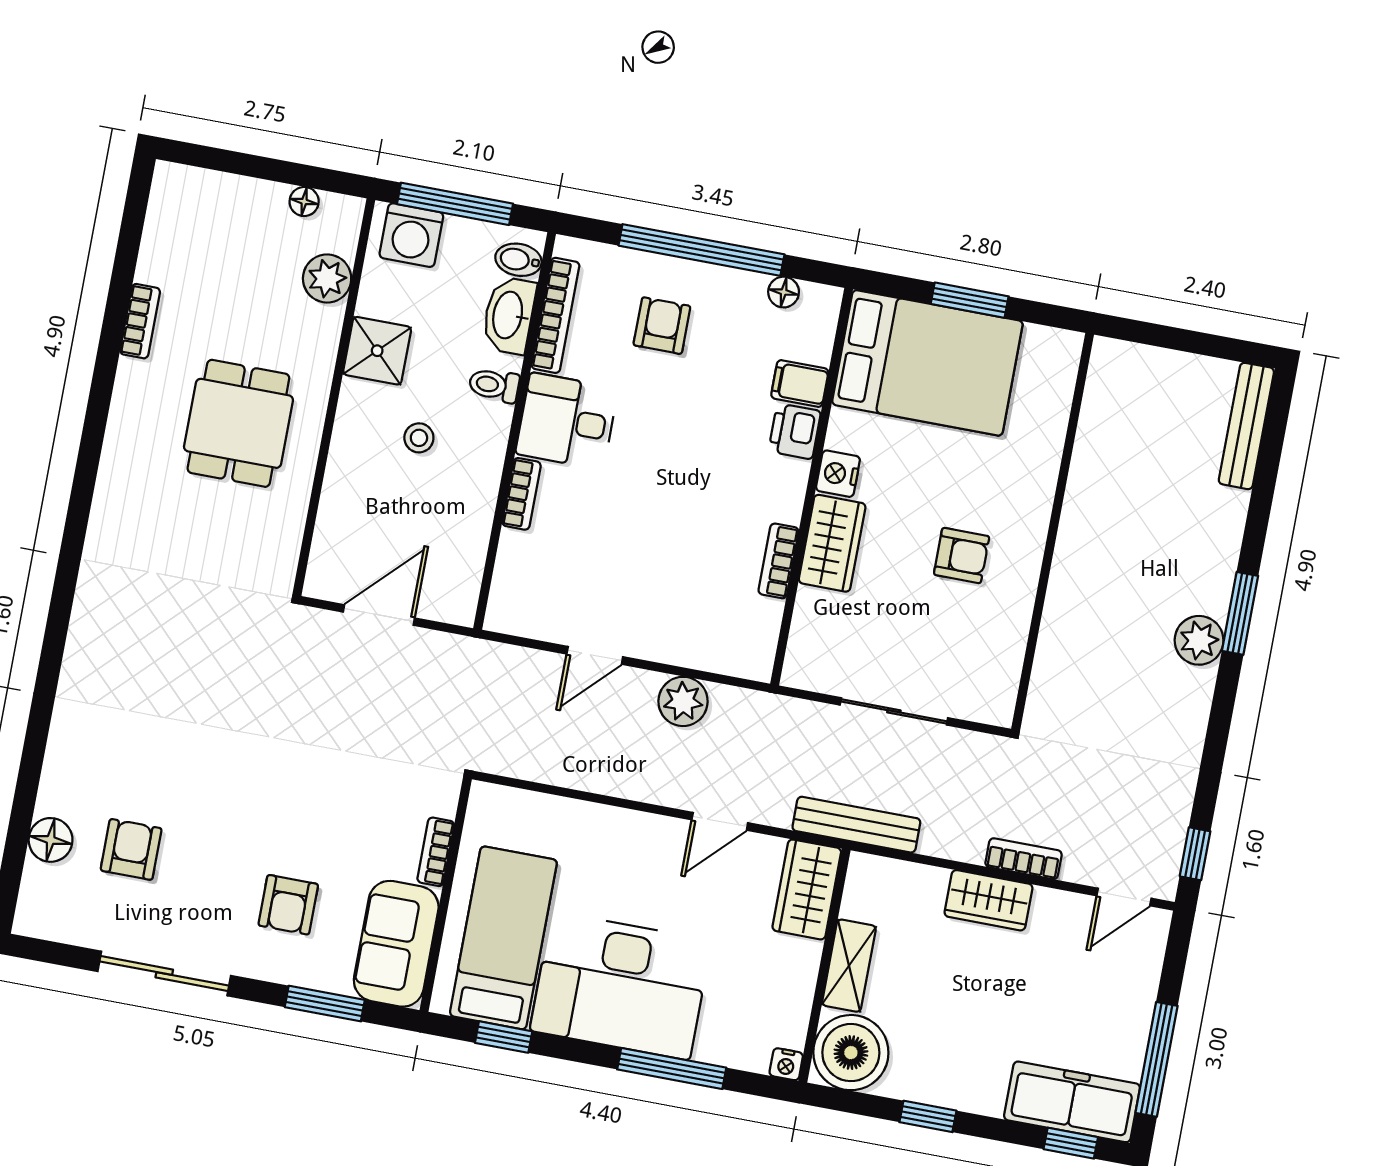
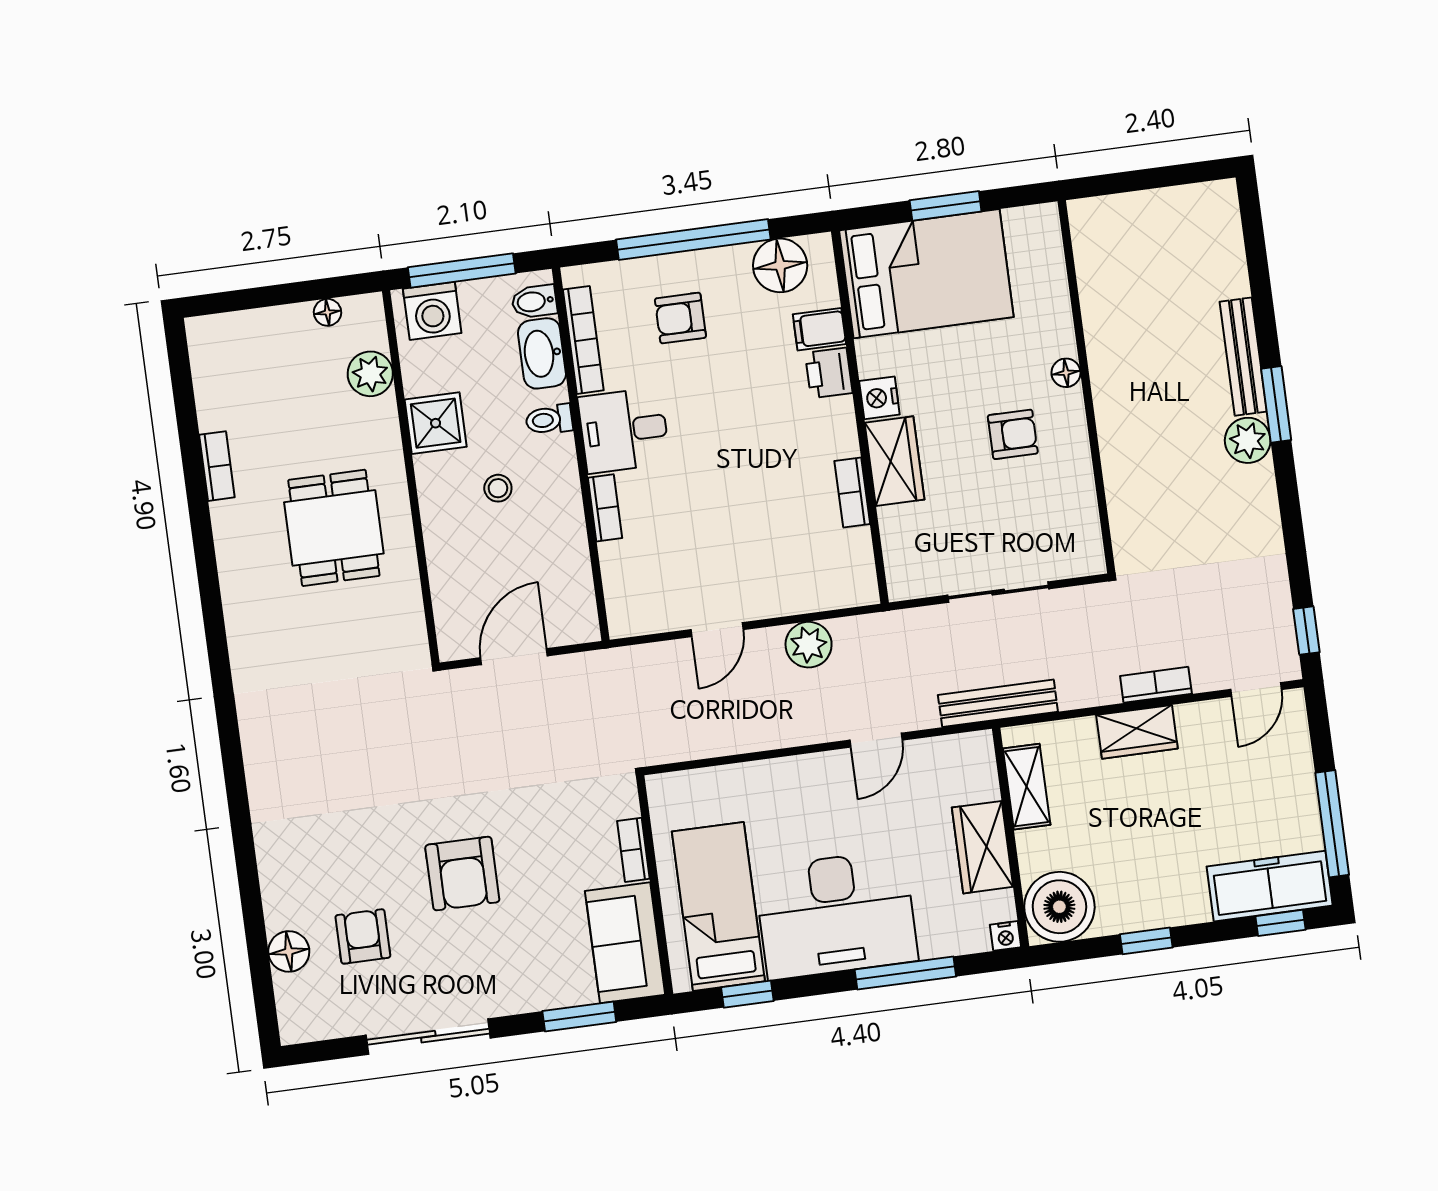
floor lamp: (784, 292) -> (780, 265), width x1.89, depth x1.89
armchair: (662, 326) -> (680, 318), turned -90
bench: (1246, 426) -> (1243, 357), moved
floor lamp: (1036, 511) -> (1066, 373), added
wardrobe: (807, 889) -> (982, 847), moved
armchair: (288, 905) -> (462, 874), moved, width x1.38, depth x1.38
shelving: (849, 966) -> (1027, 787), moved

